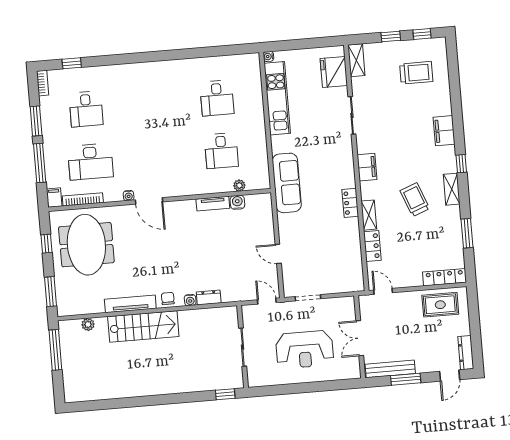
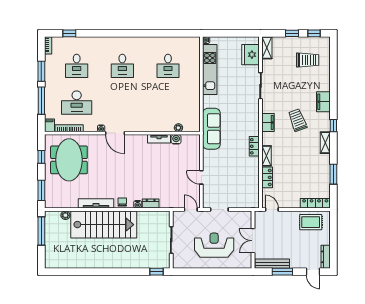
desk: (221, 151) -> (122, 66), moved
trolley: (415, 200) -> (297, 120), moved
stairs: (143, 326) -> (104, 225), width x1.36, depth x1.51
reception desk: (305, 349) -> (214, 245), turned 180
door: (450, 375) -> (313, 272), hinge flipped

